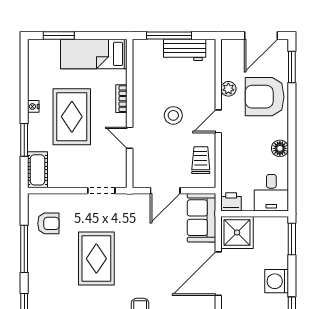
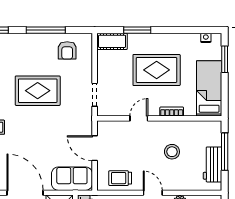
nightstand: (33, 106) -> (206, 38), moved
stool: (173, 115) -> (172, 152), moved
trolley: (201, 160) -> (120, 178), turned 180

